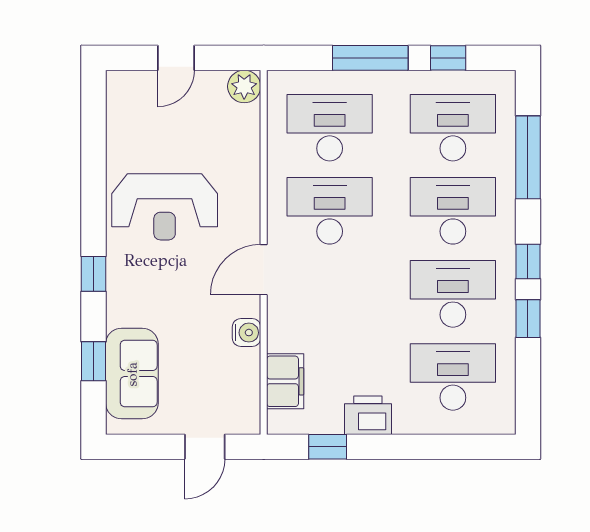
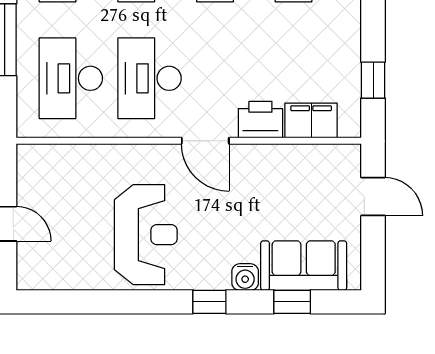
plant: (244, 86) -> (32, 159), removed
water cooler: (247, 333) -> (245, 277), moved, turned 180
printer: (368, 415) -> (260, 120), moved, turned 90

